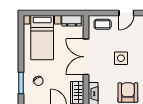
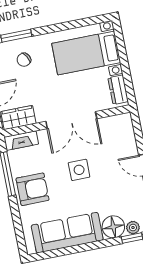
coffee table: (103, 24) -> (122, 135), removed
double door: (86, 57) -> (71, 120), swing flipped

